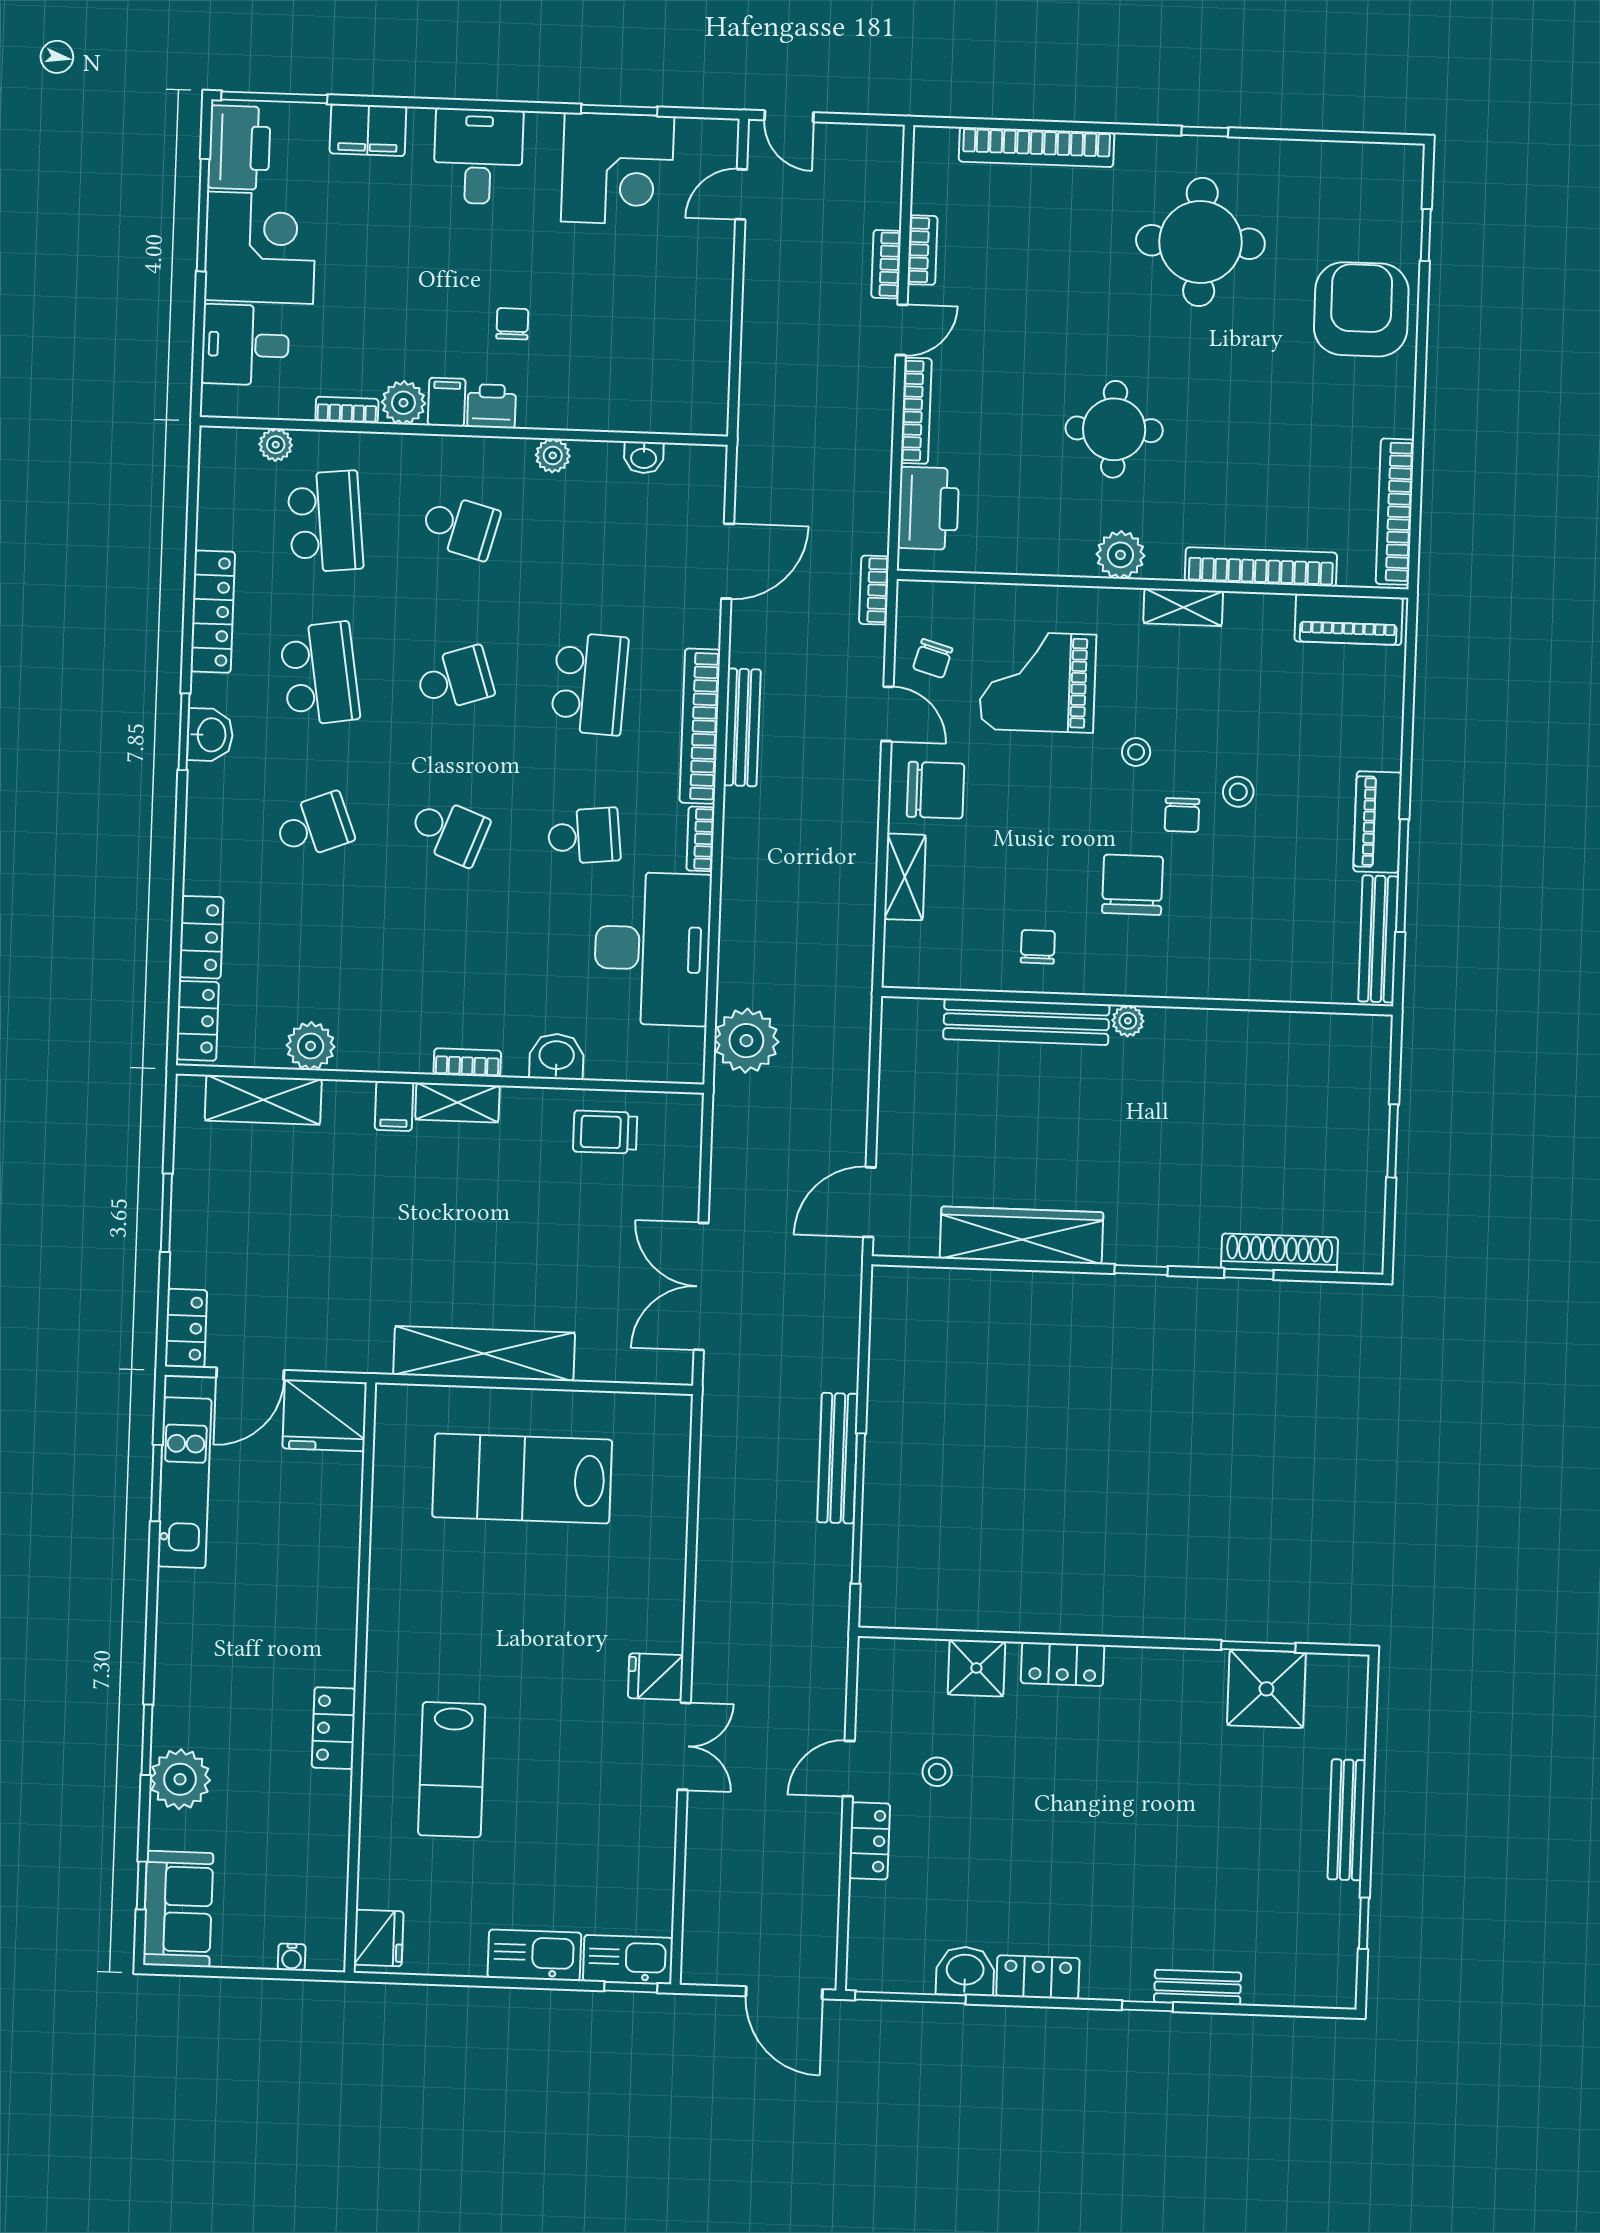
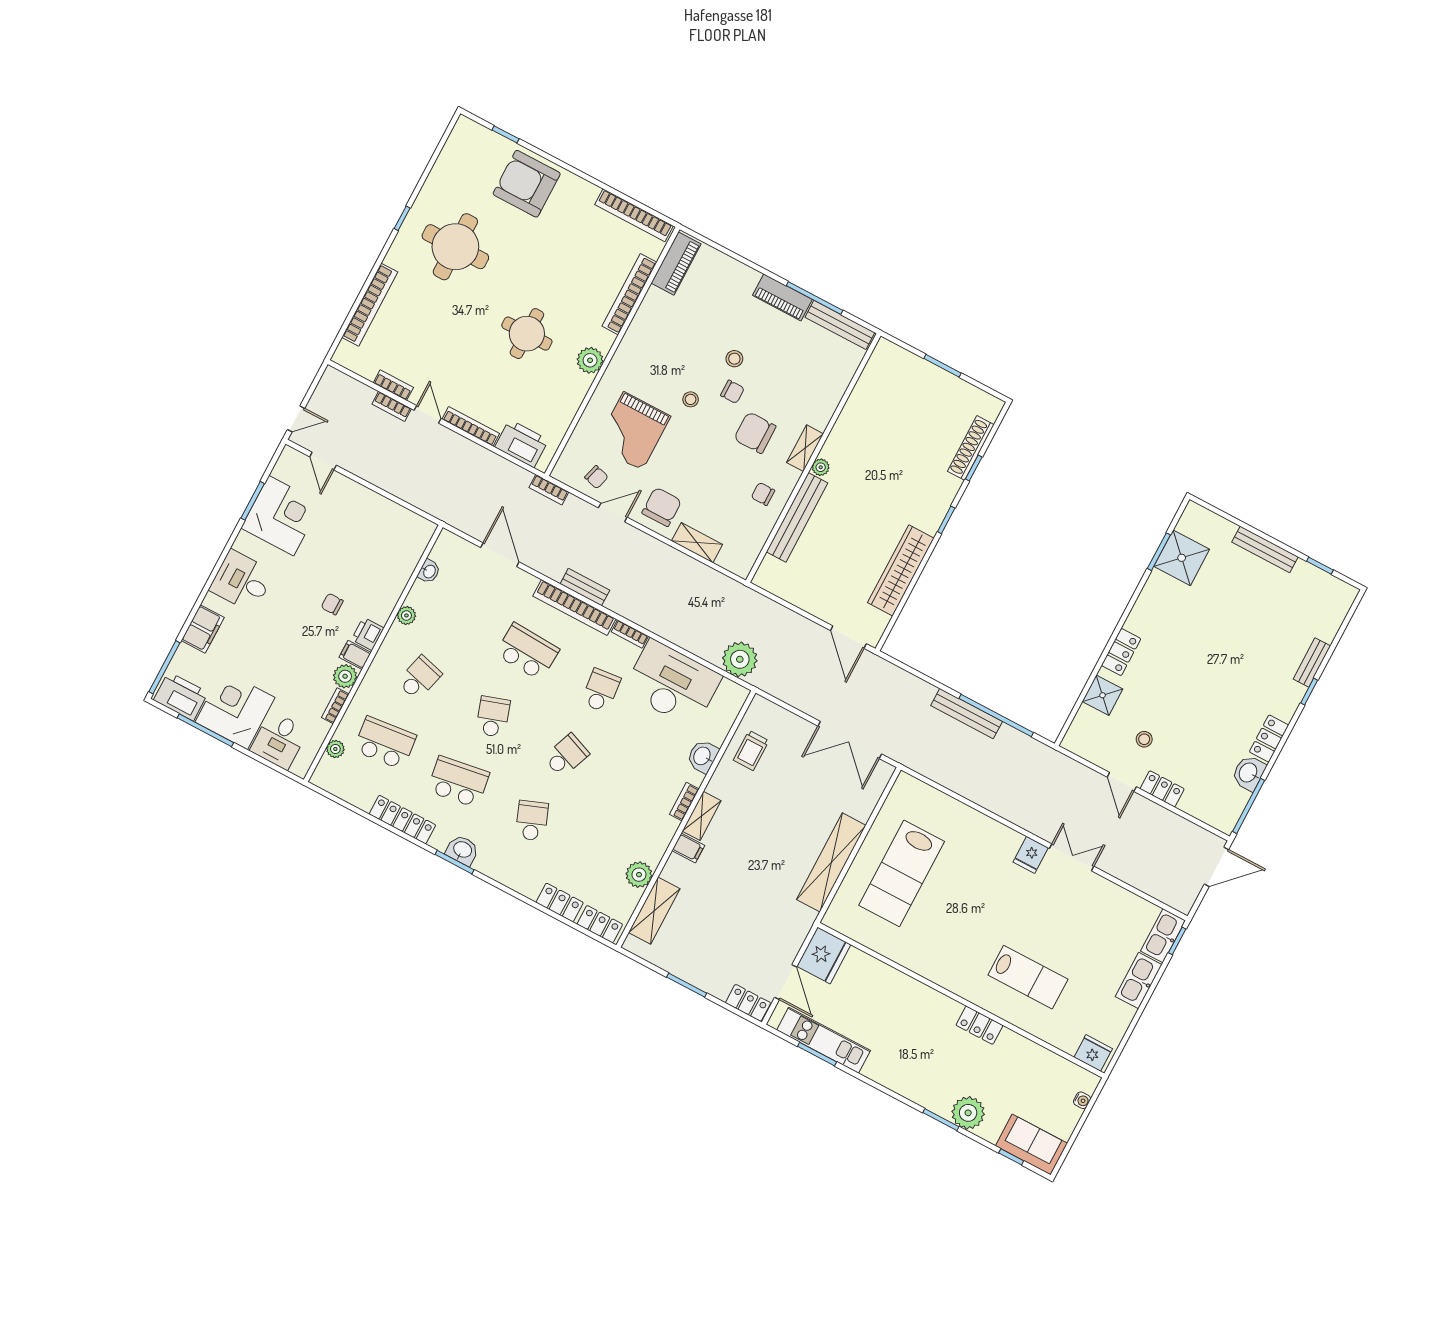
shelving: (1183, 607) -> (805, 448), moved
bench: (742, 727) -> (585, 587), width x0.73

